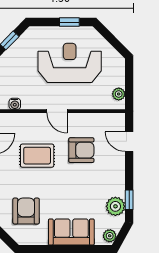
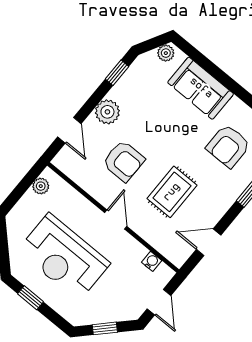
armchair: (81, 150) -> (124, 161), turned 180
rug: (37, 156) -> (172, 192), turned 90
plant: (115, 206) -> (107, 112), moved

